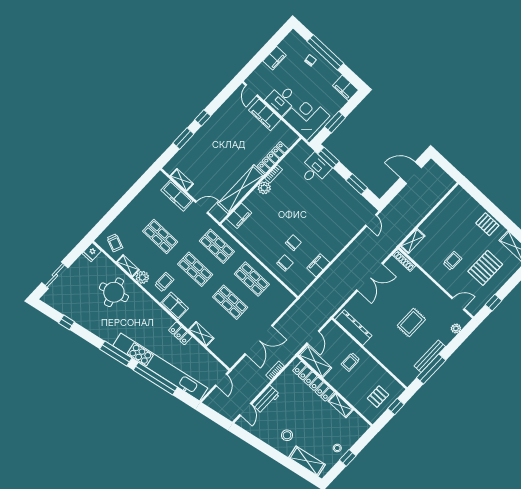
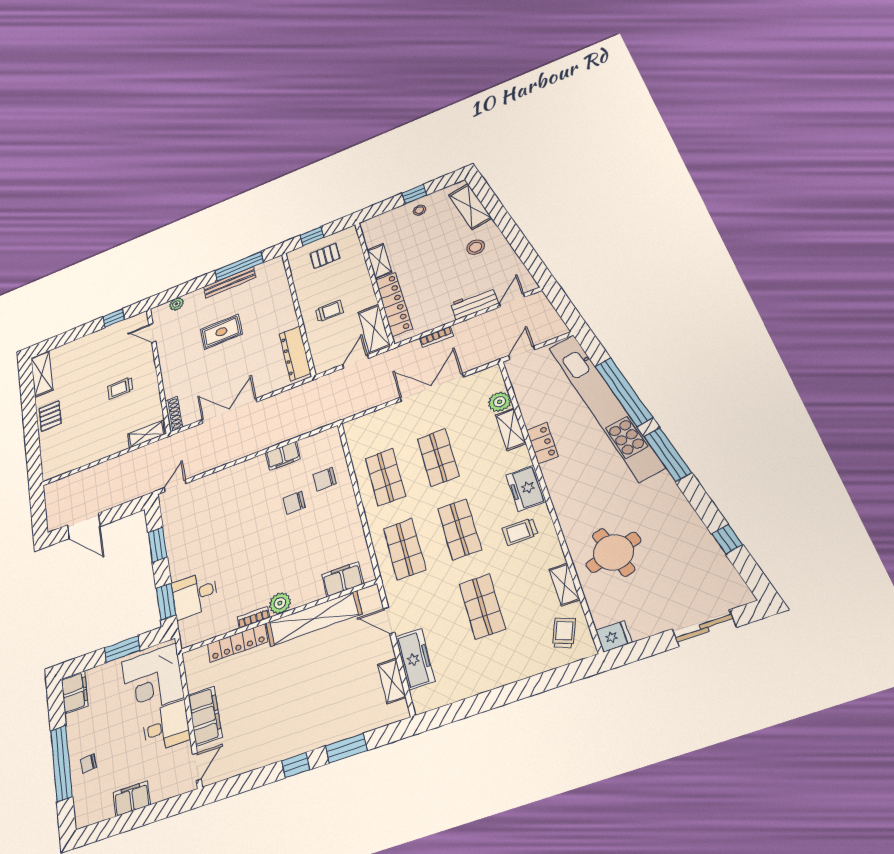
pallet: (485, 268) -> (92, 363), removed
plant: (142, 277) -> (500, 402), moved

